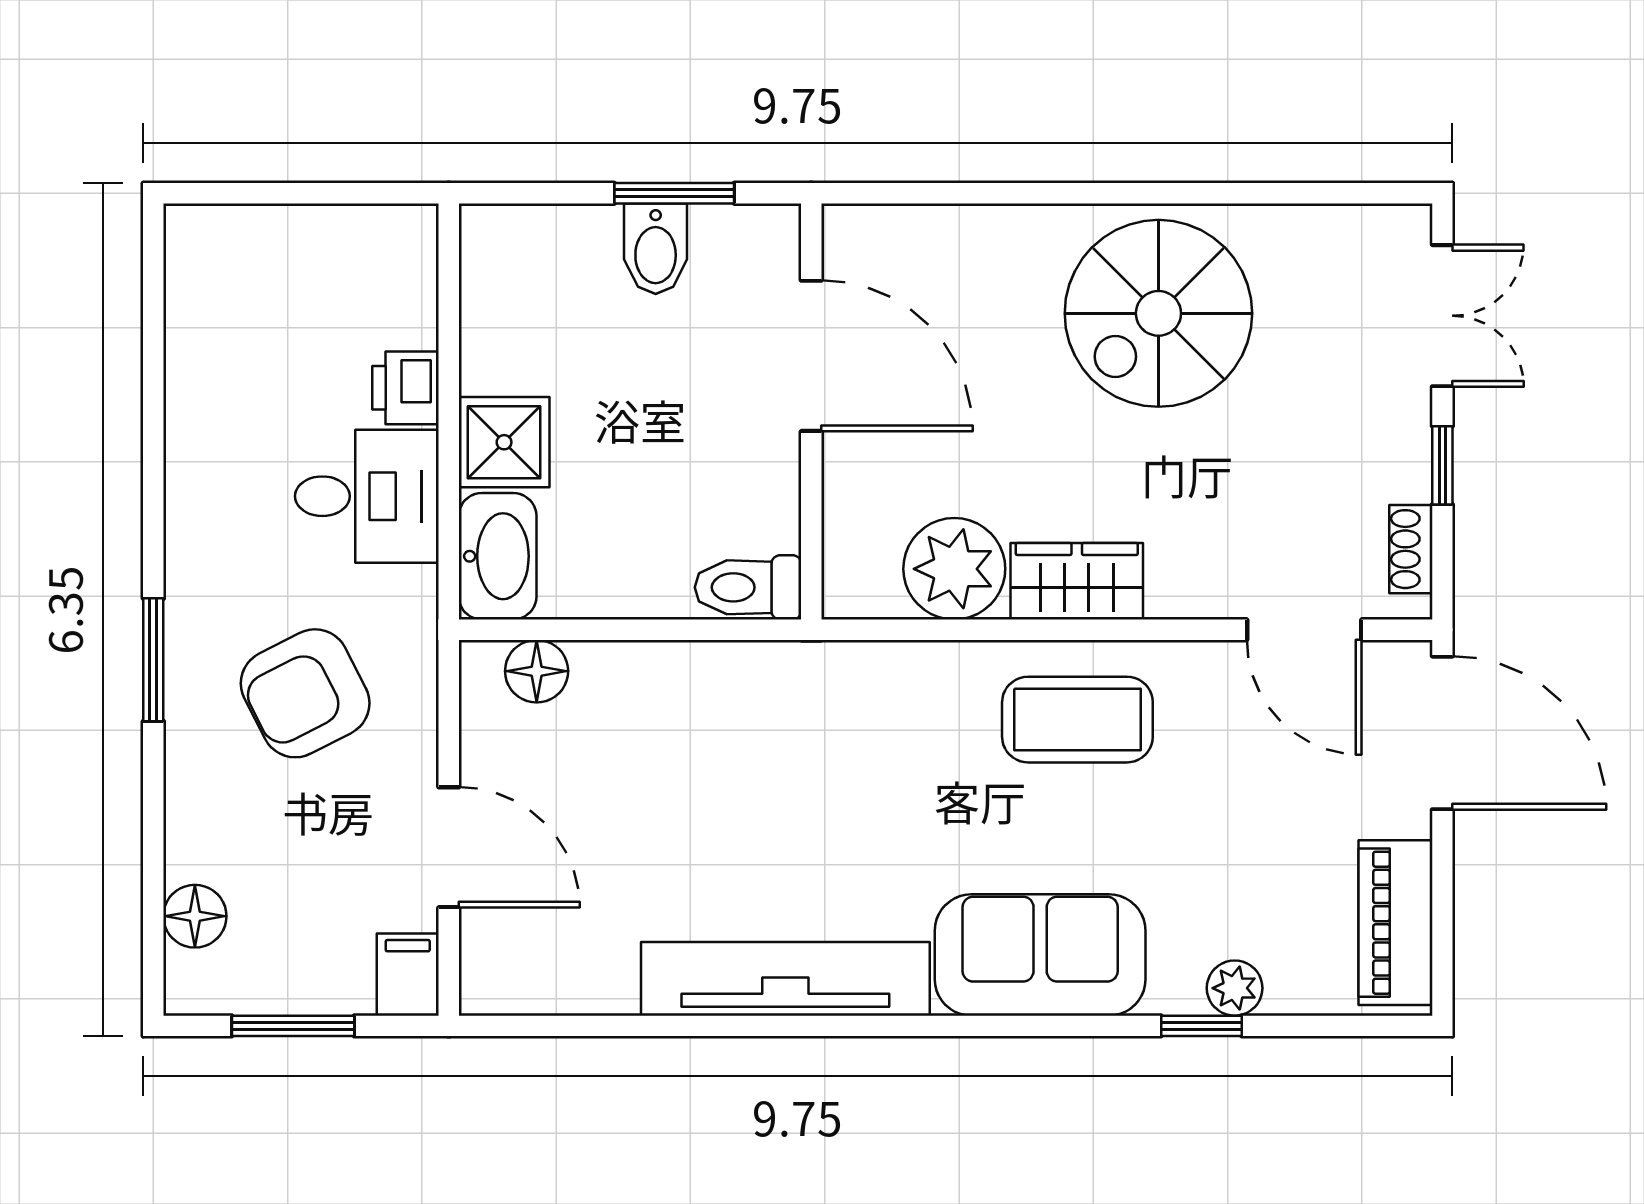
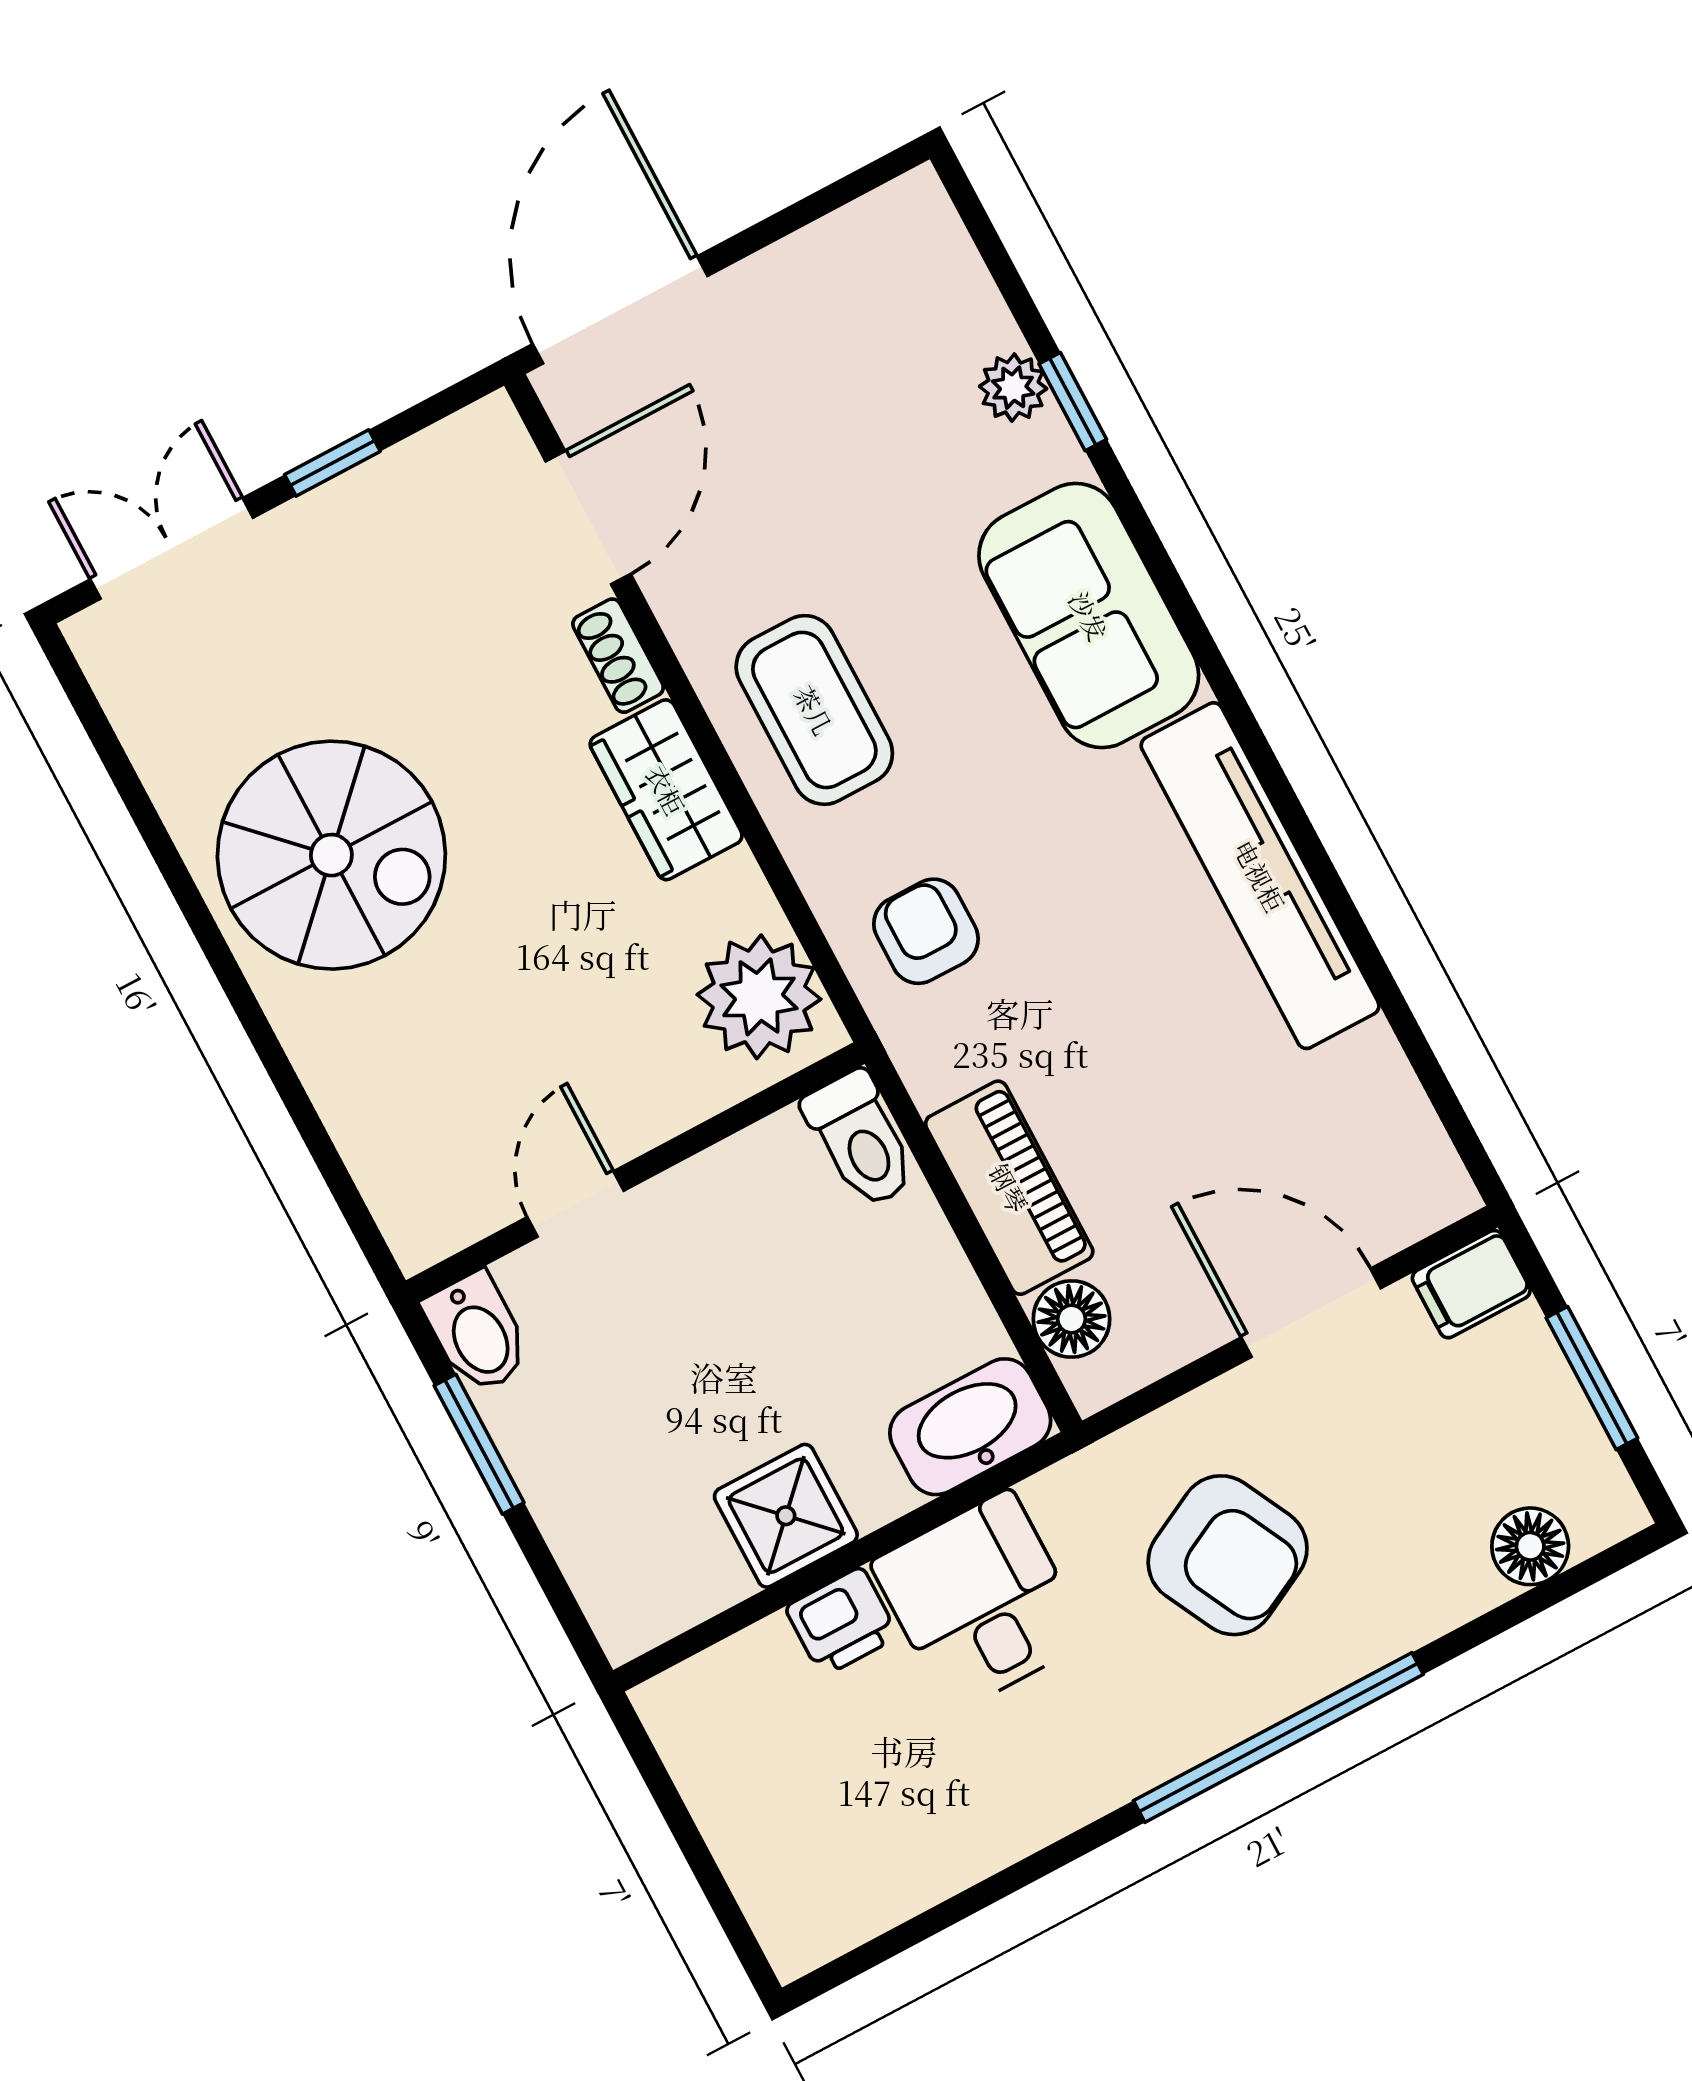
bidet: (656, 249) -> (477, 1333), moved, turned 90
door: (811, 356) -> (576, 1204), width x0.53
shower: (504, 442) -> (786, 1516), moved
shoe rack: (1411, 549) -> (618, 656), moved, turned 90
plant: (954, 569) -> (759, 997), moved
window: (153, 660) -> (1278, 1738), width x2.11
armchair: (874, 715) -> (926, 931), added
door: (449, 847) -> (1311, 1313), hinge flipped
piano: (1395, 923) -> (1009, 1188), moved, turned -90

